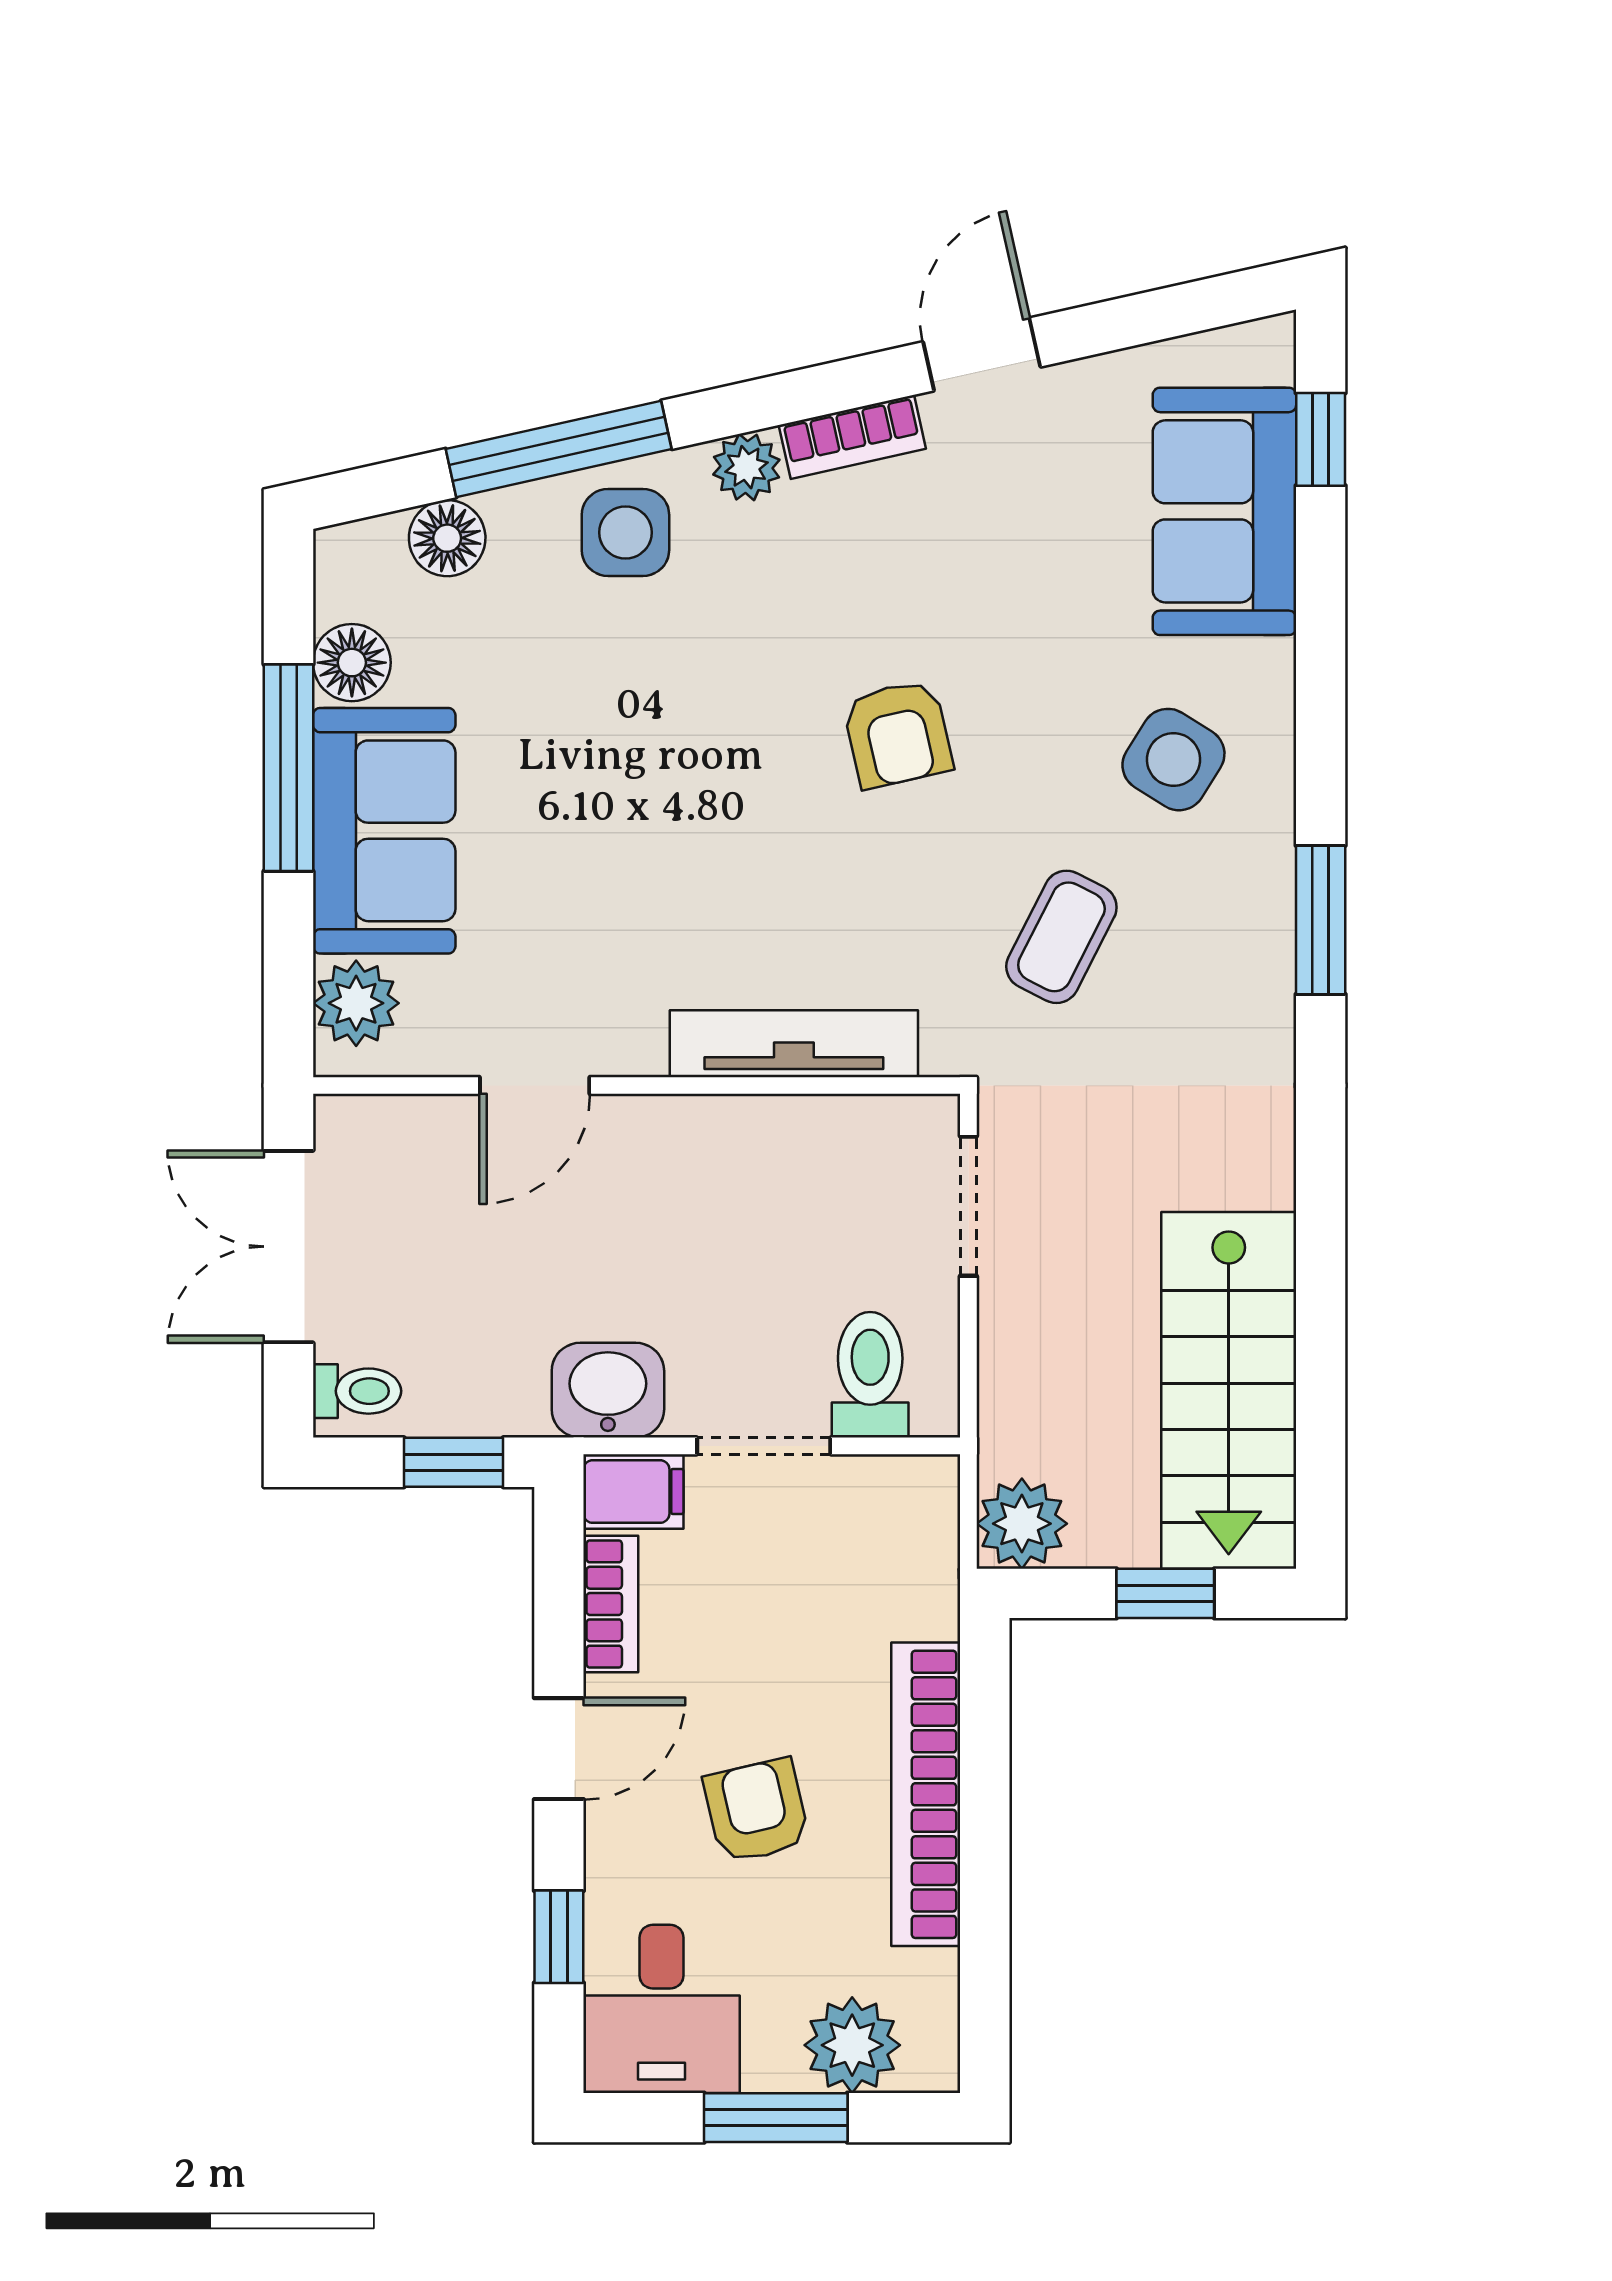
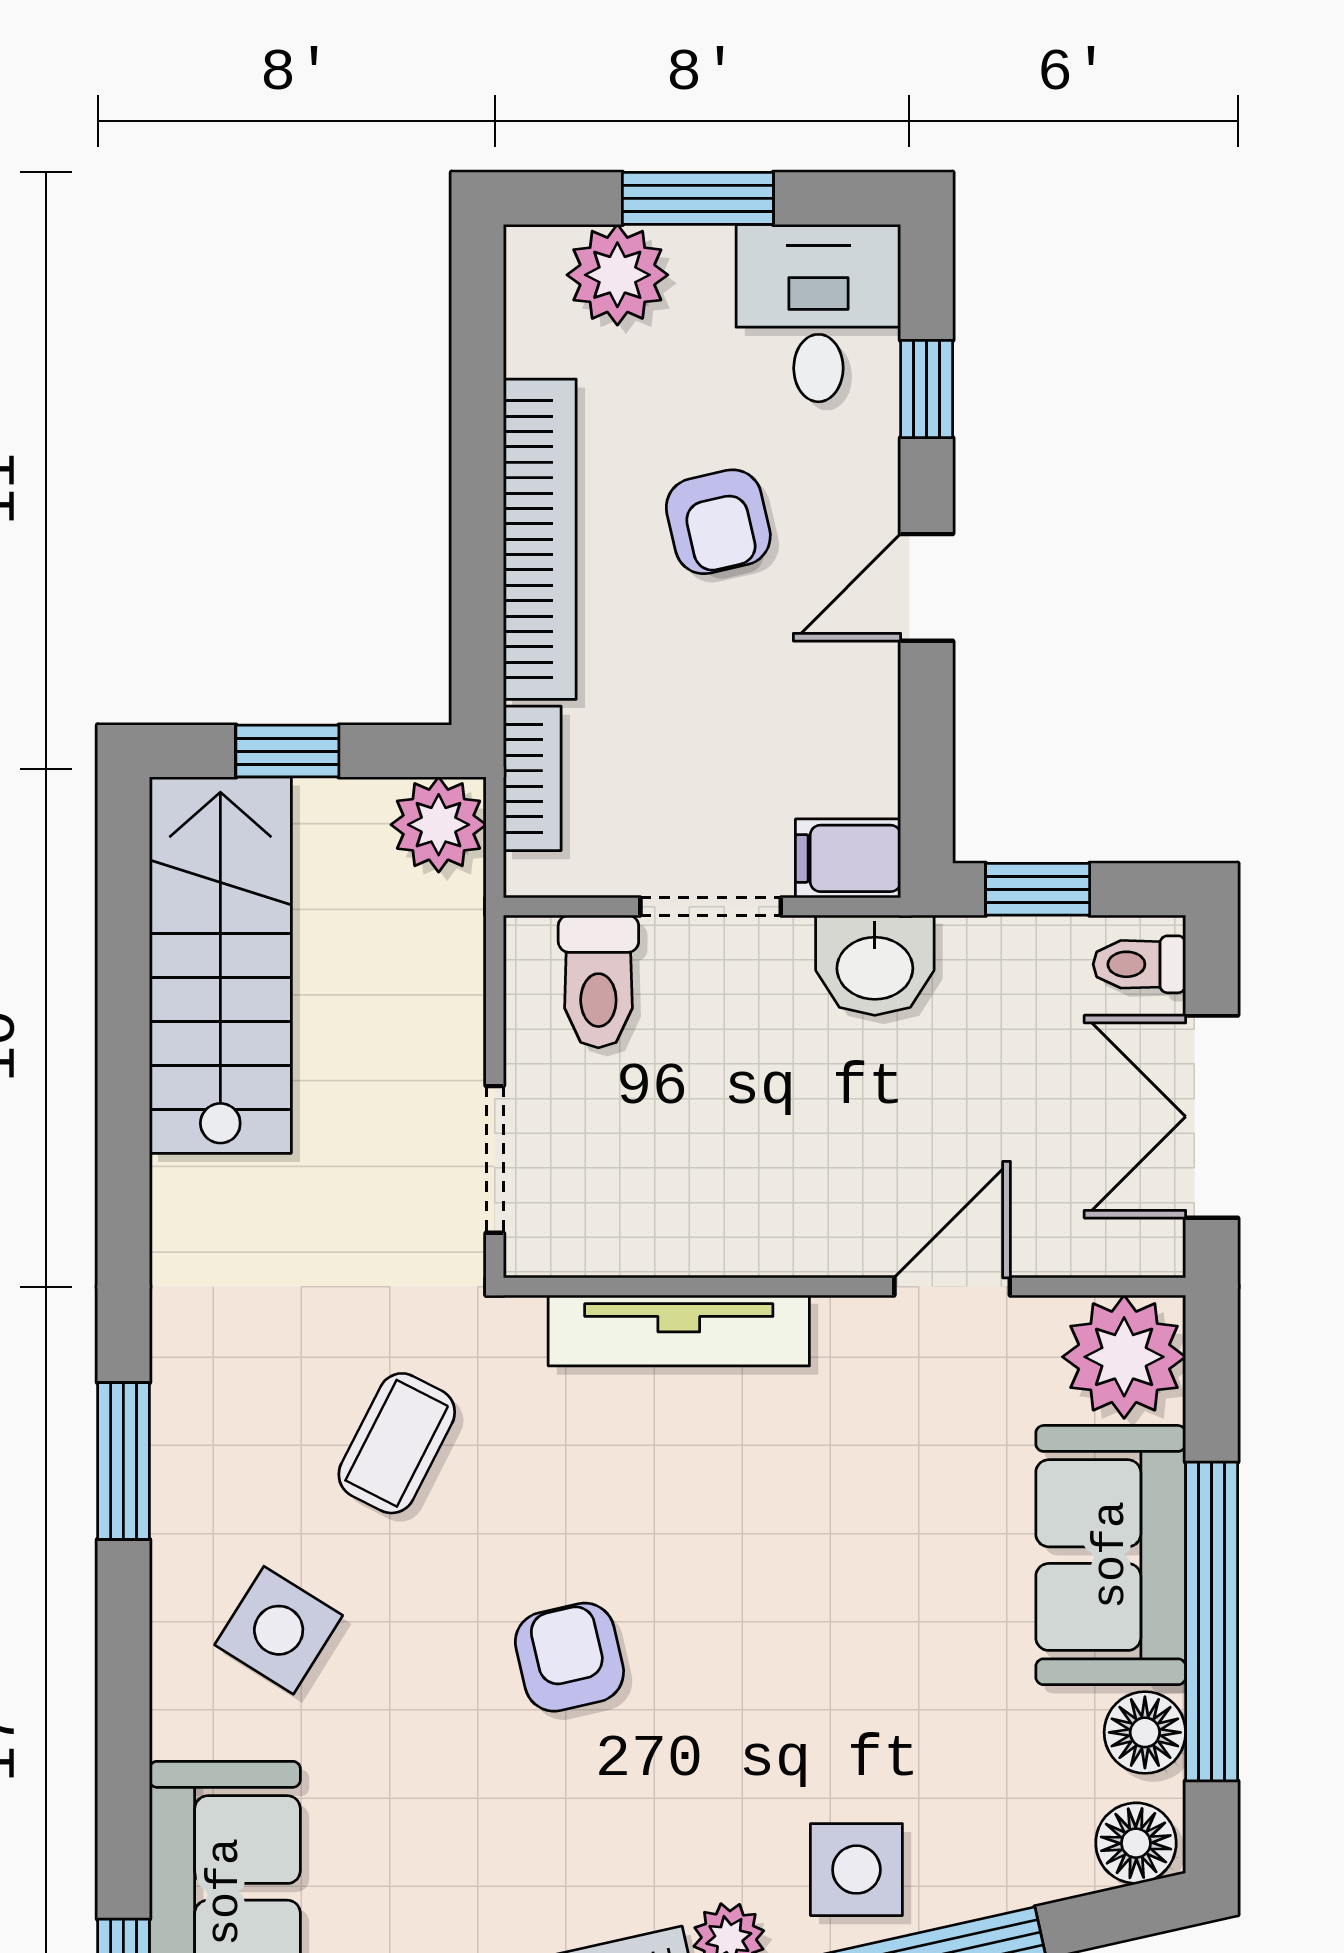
floor lamp: (447, 538) -> (1136, 1843), moved
window: (289, 768) -> (1212, 1622), width x1.46
plant: (356, 1003) -> (1124, 1357), width x1.36, depth x1.36
double door: (289, 1247) -> (1212, 1117), swing flipped
bookcase: (611, 1604) -> (532, 778), moved, turned 180

